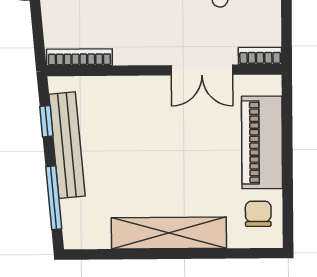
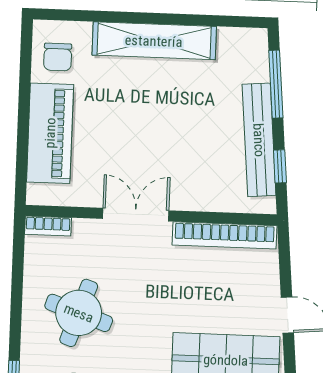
bookcase: (79, 57) -> (225, 235), width x1.48, depth x1.31
double door: (202, 70) -> (136, 215), moved

